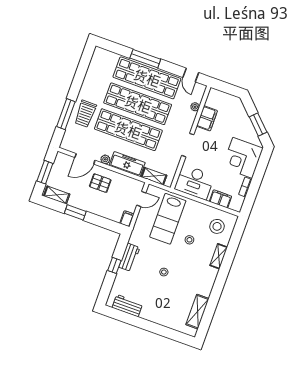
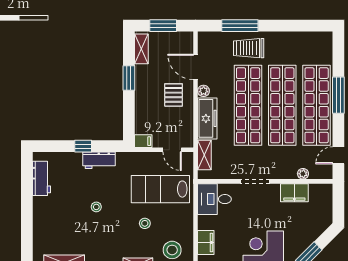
desk: (194, 182) -> (214, 199), width x0.73

